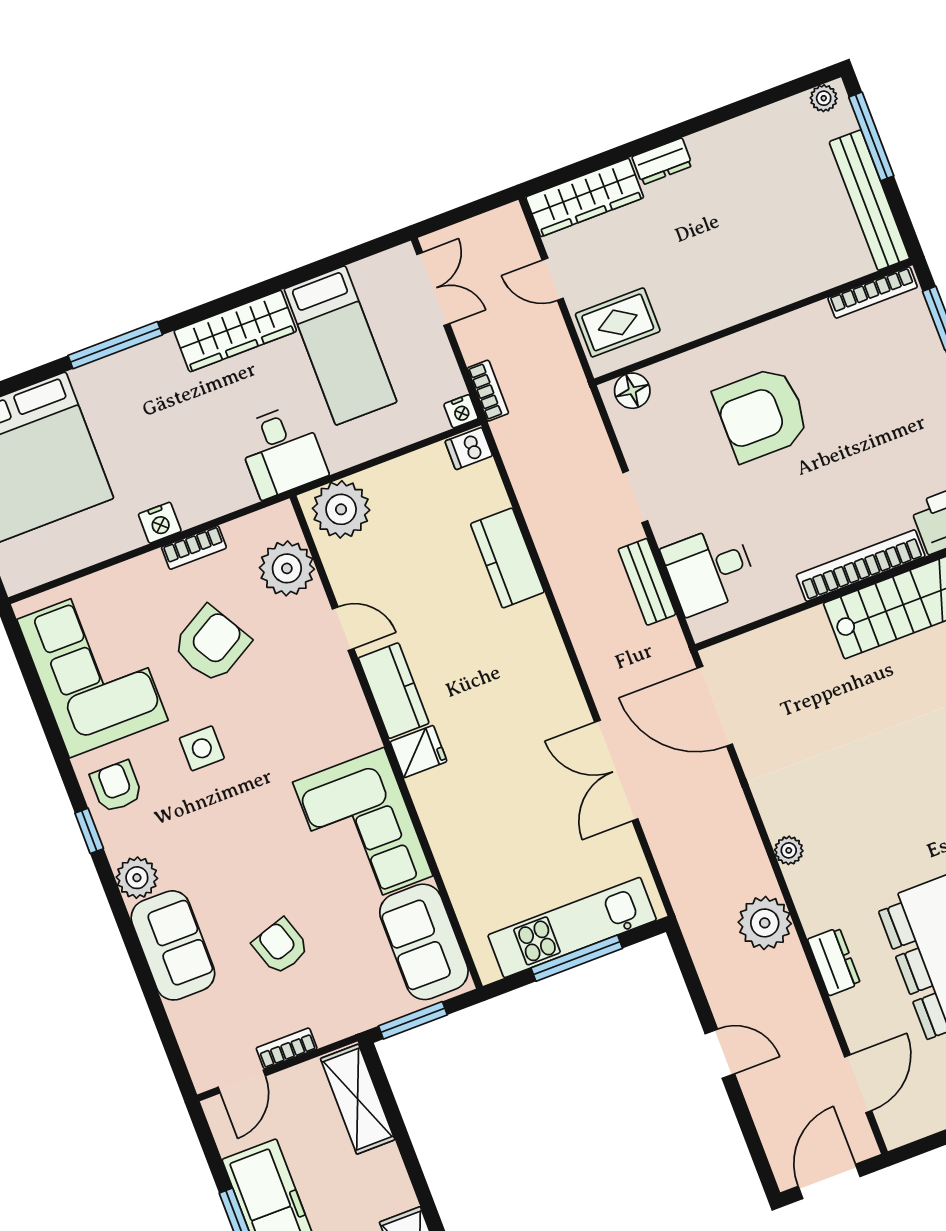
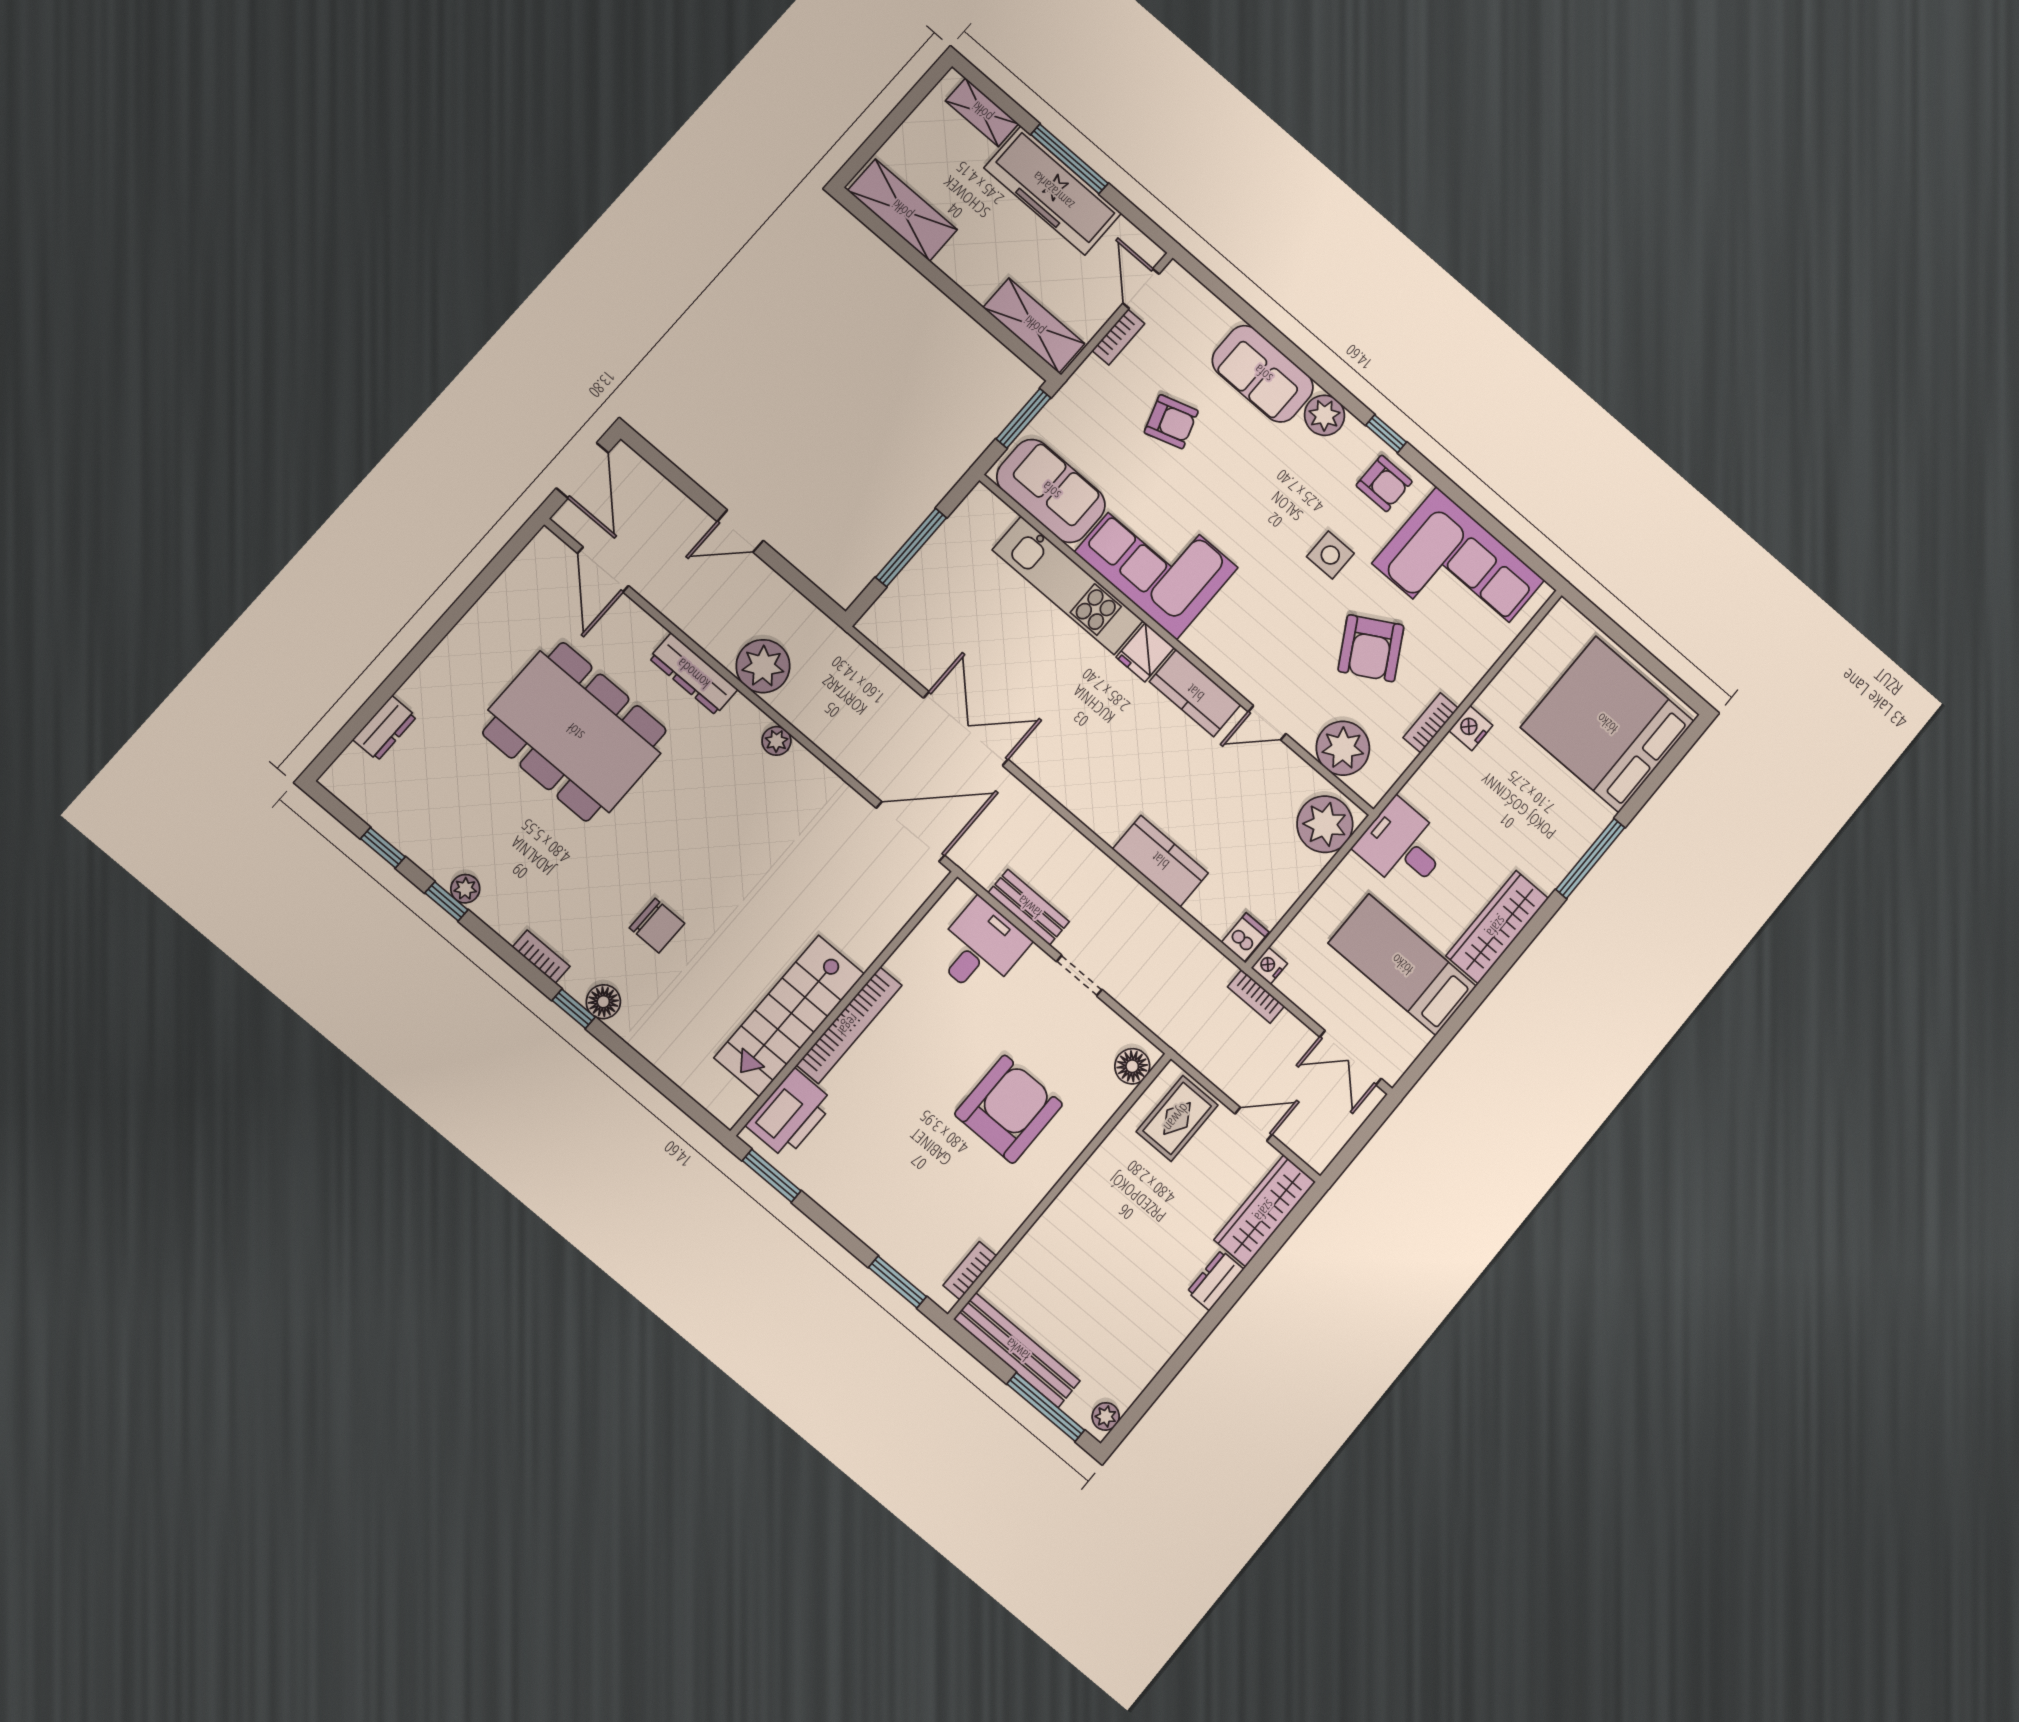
bookcase: (873, 293) -> (970, 1271), width x0.64
kitchen unit: (572, 928) -> (1068, 585), moved, turned 90
dresser: (834, 962) -> (693, 674), width x1.44

